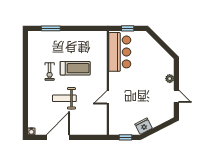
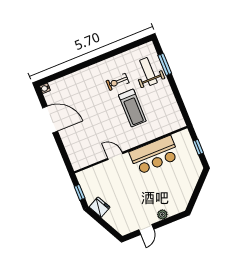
bar counter: (120, 52) -> (154, 155), moved
weight bench: (64, 98) -> (148, 71), moved

